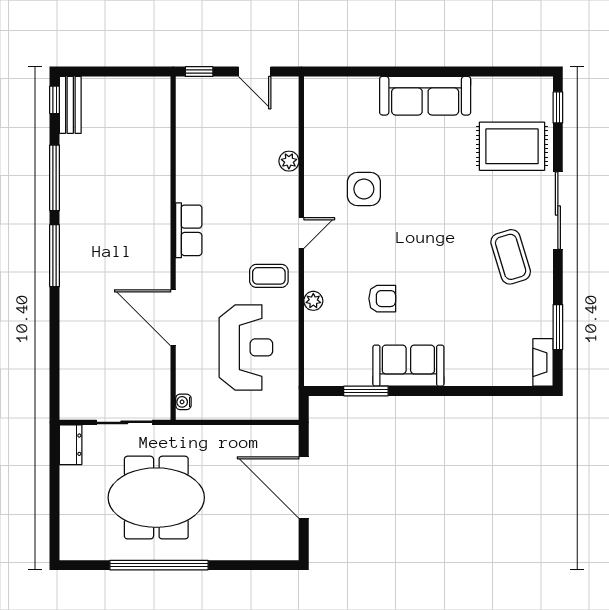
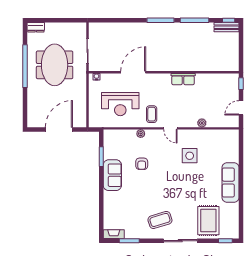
row of seats: (189, 230) -> (183, 79), moved
dresser: (71, 445) -> (36, 27), moved

